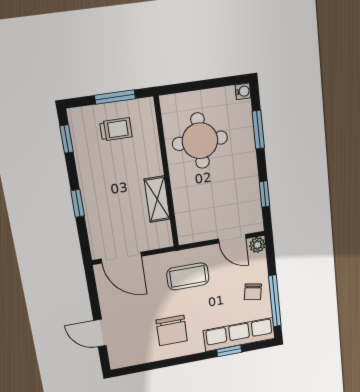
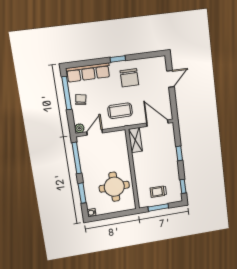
window: (265, 194) -> (77, 158), width x2.17
shelving: (157, 199) -> (135, 140), moved
door: (232, 239) -> (95, 132), hinge flipped
chair: (172, 330) -> (129, 78), turned 180
door: (100, 333) -> (170, 79), hinge flipped
window: (229, 351) -> (118, 59), moved

